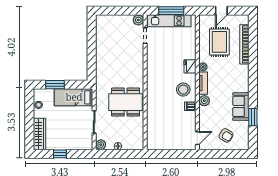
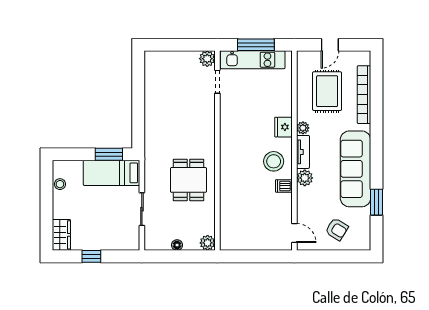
window: (55, 85) -> (109, 154), moved
dining table: (126, 102) -> (188, 180), width x0.73
sofa: (241, 106) -> (355, 169), width x1.85, depth x1.27
wardrobe: (40, 134) -> (61, 235), width x0.67
door: (197, 138) -> (294, 233), hinge flipped
plant: (101, 145) -> (208, 243), moved

